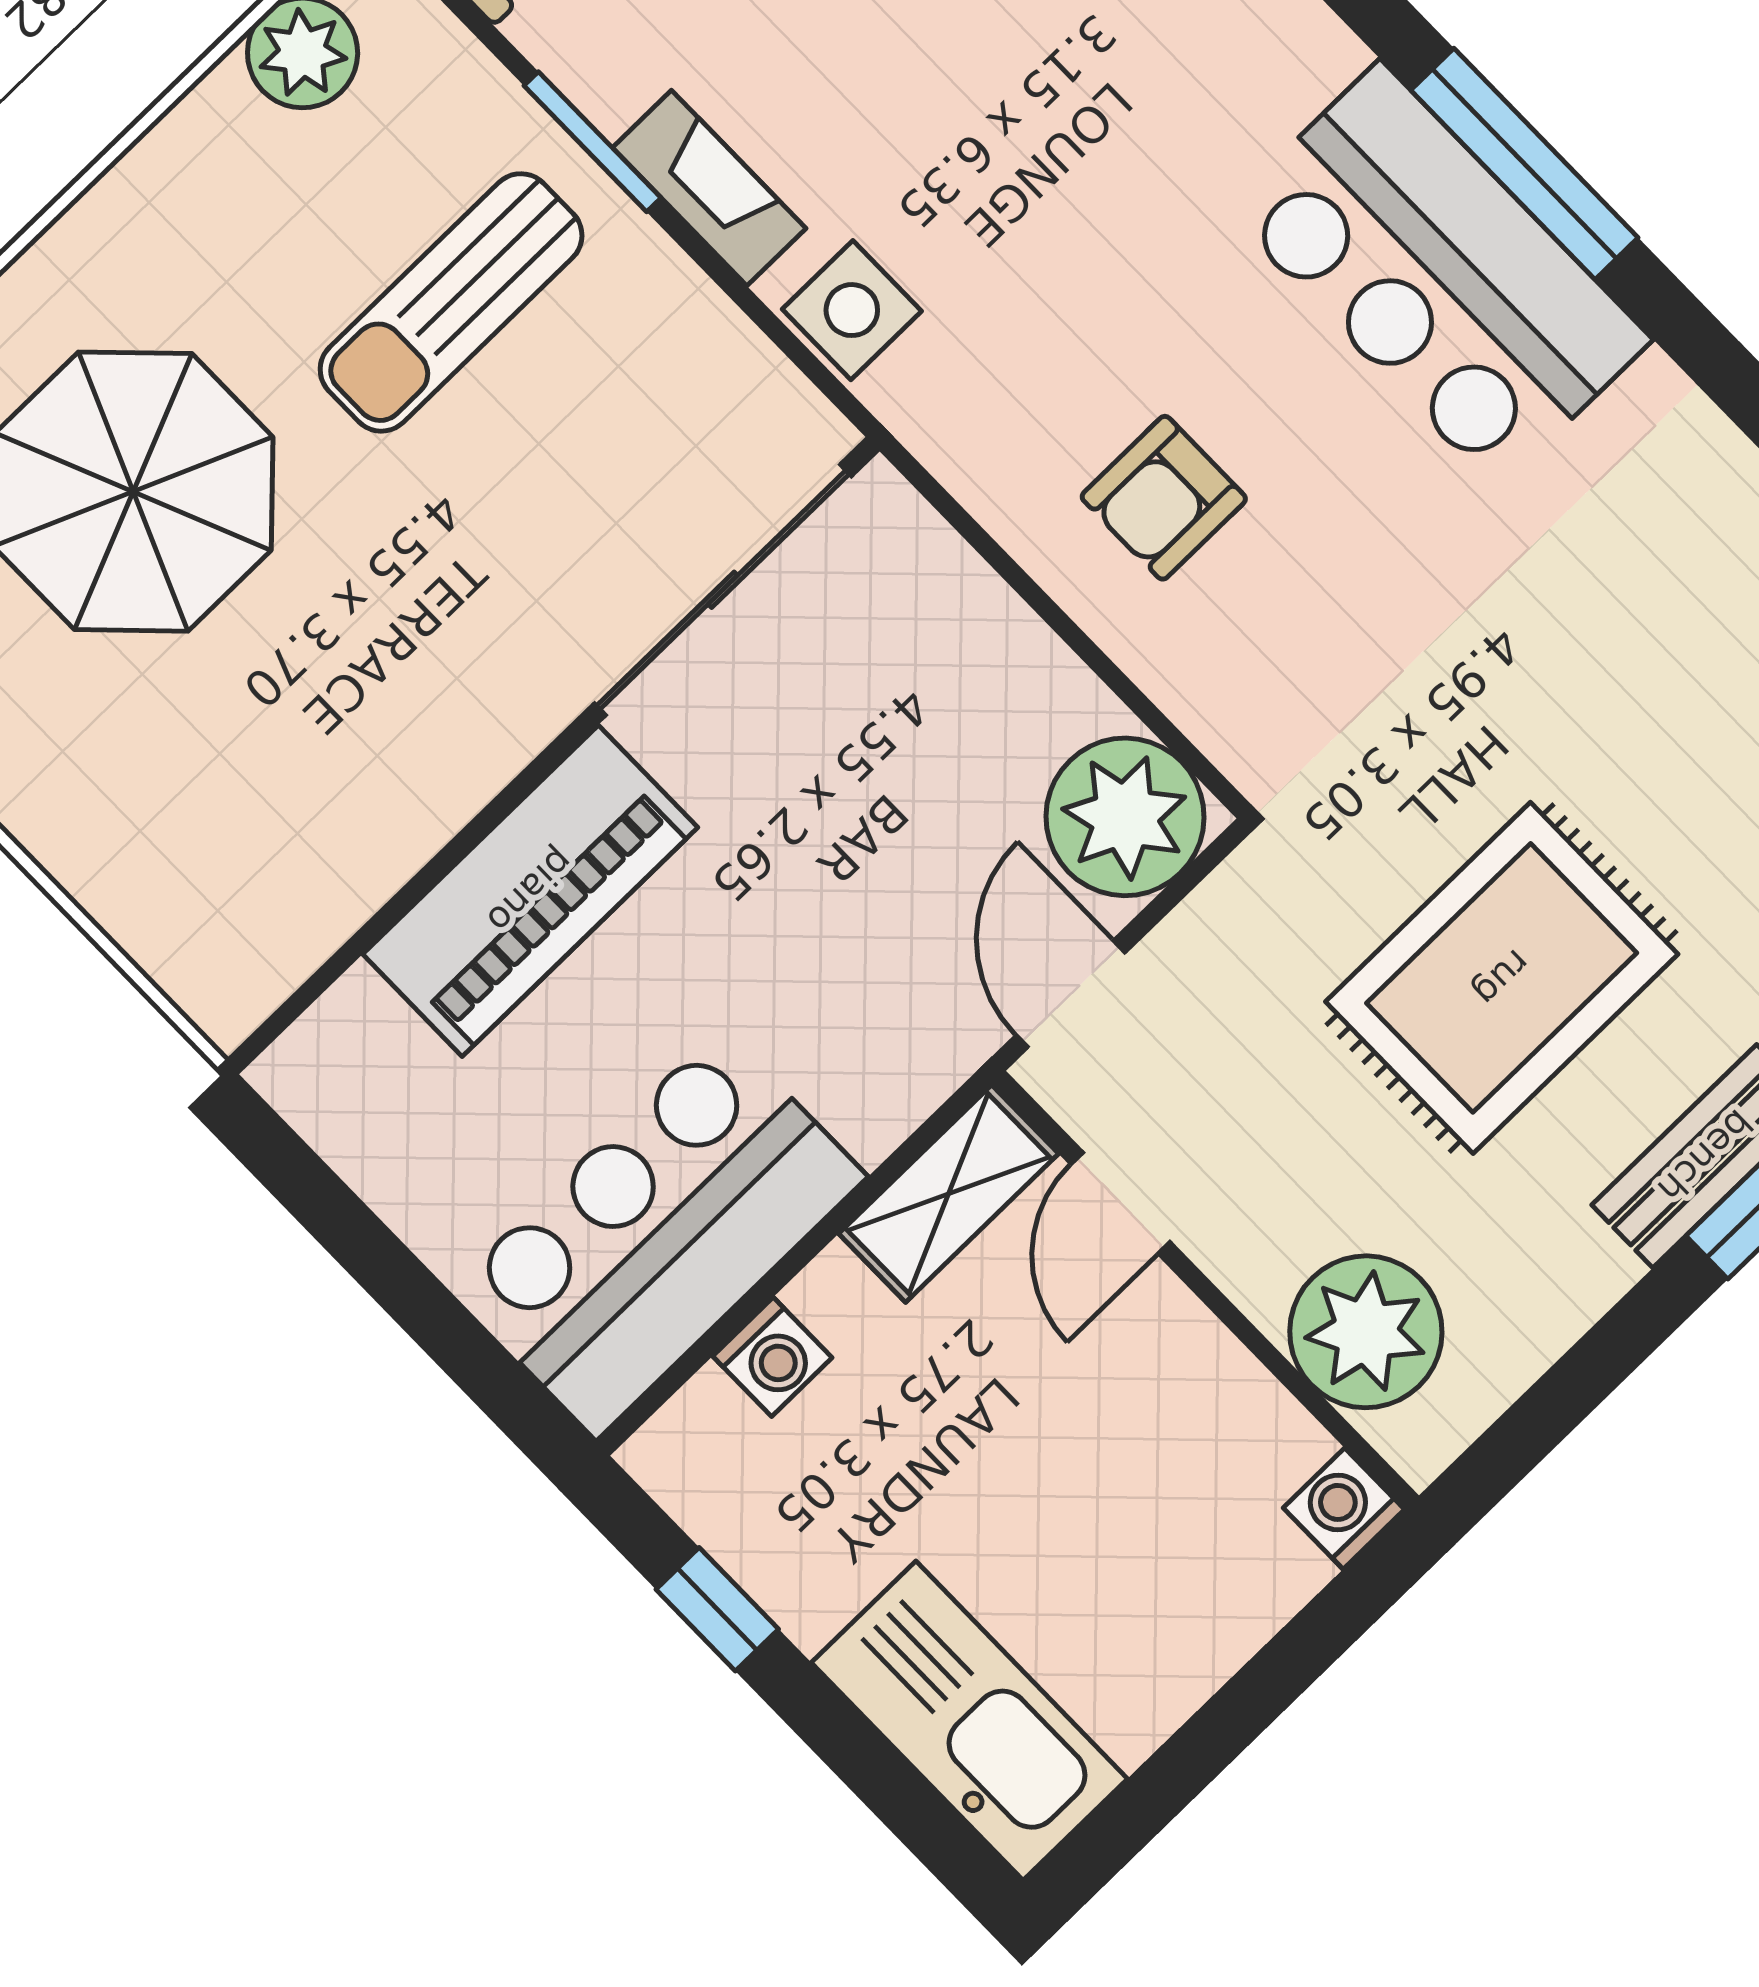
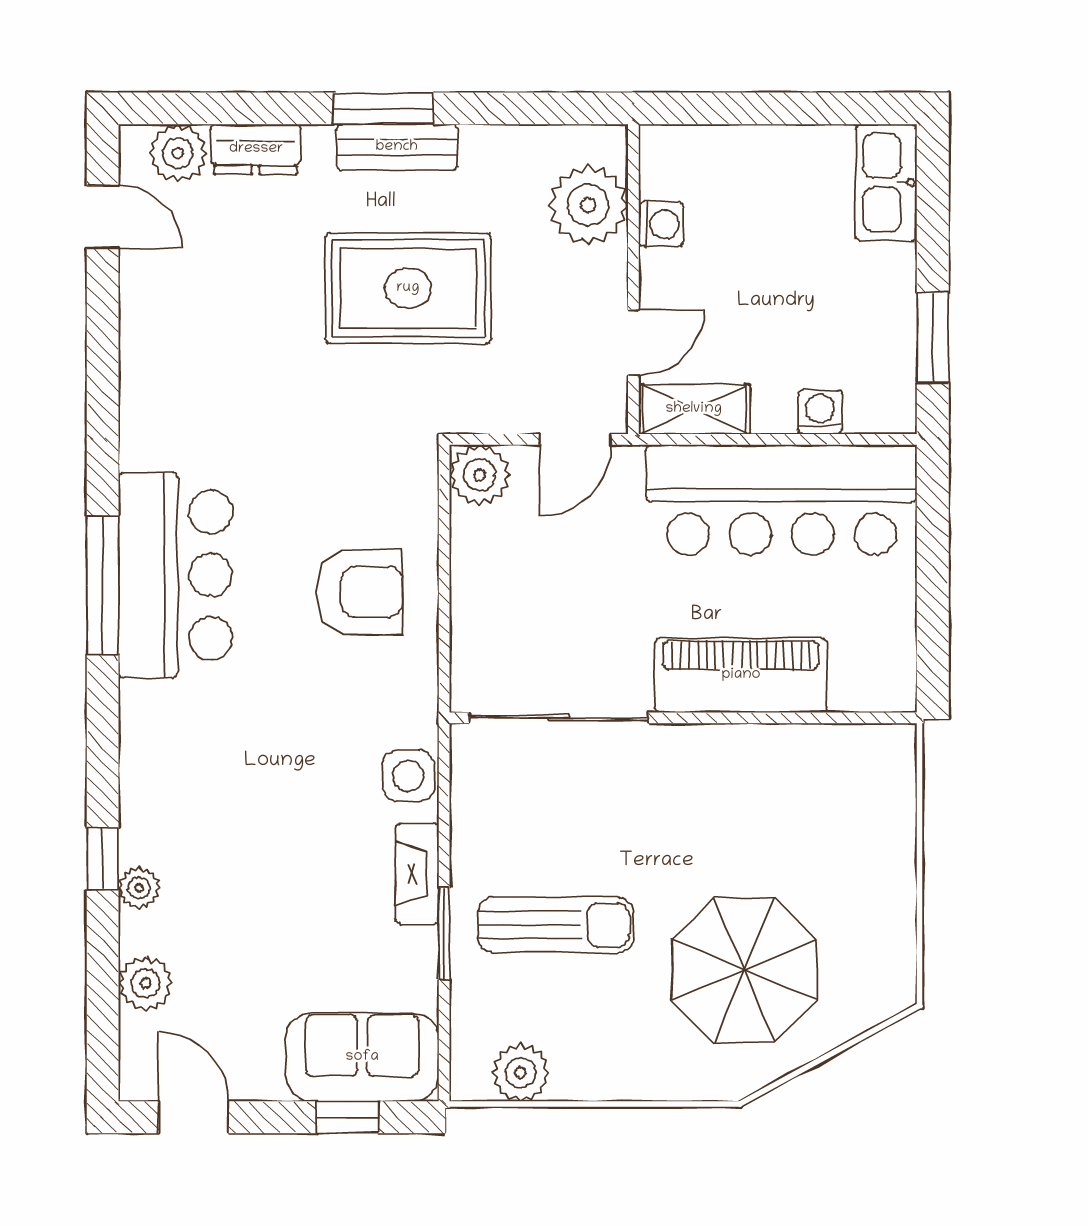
armchair: (1164, 498) -> (360, 592), width x1.38, depth x1.38
plant: (1125, 817) -> (480, 475), width x0.73, depth x0.73
bar counter: (659, 1233) -> (781, 500), width x1.36
washing machine: (1344, 1509) -> (661, 224), moved, turned -90
window: (717, 1609) -> (933, 338), width x1.50
kitchen sink: (969, 1721) -> (886, 183), width x0.73, depth x0.81

